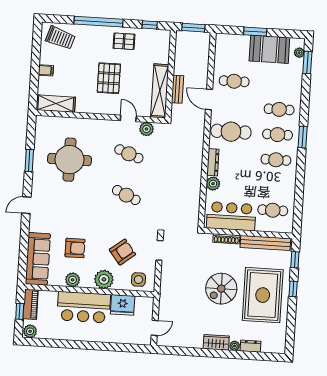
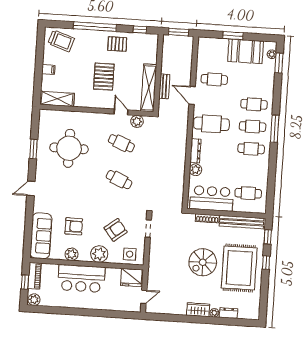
window: (303, 137) -> (275, 129), width x1.44
fridge: (123, 305) -> (131, 278), moved

